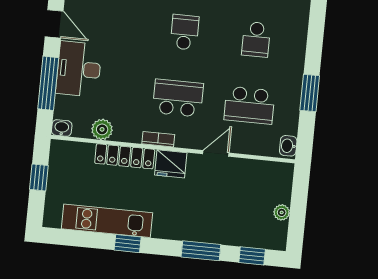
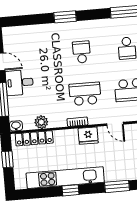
desk: (79, 69) -> (19, 83), width x0.73
door: (216, 153) -> (115, 124), swing flipped
locker: (125, 156) -> (34, 138), moved
kitchen unit: (107, 221) -> (65, 178), width x1.36

